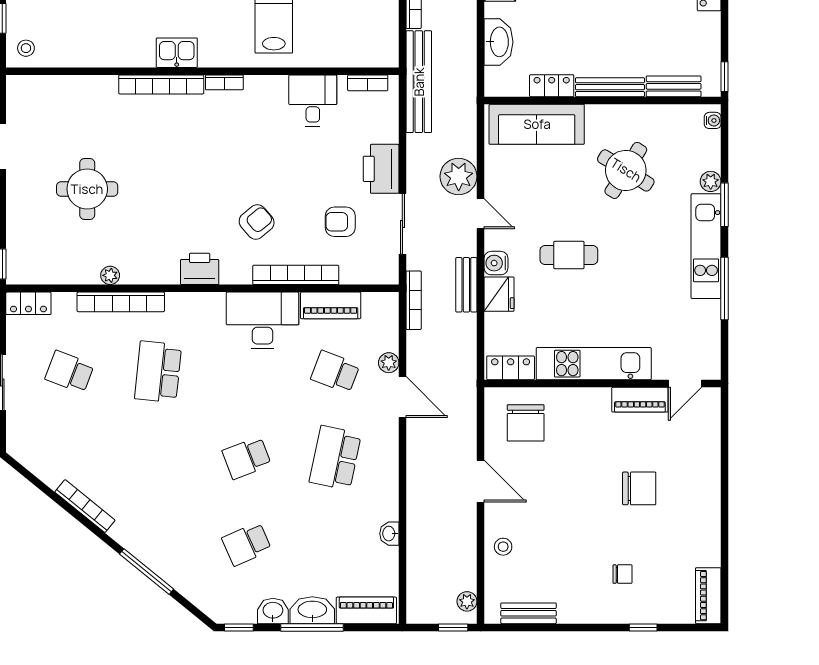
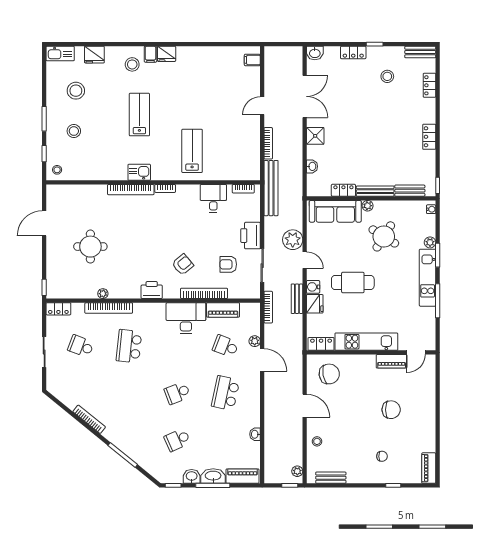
washbasin: (498, 42) -> (312, 166), width x0.52, depth x0.69
plant: (596, 114) -> (368, 206), added
cafe table: (569, 255) -> (353, 282), width x1.37, depth x1.35
chair: (526, 423) -> (329, 374), turned -100

